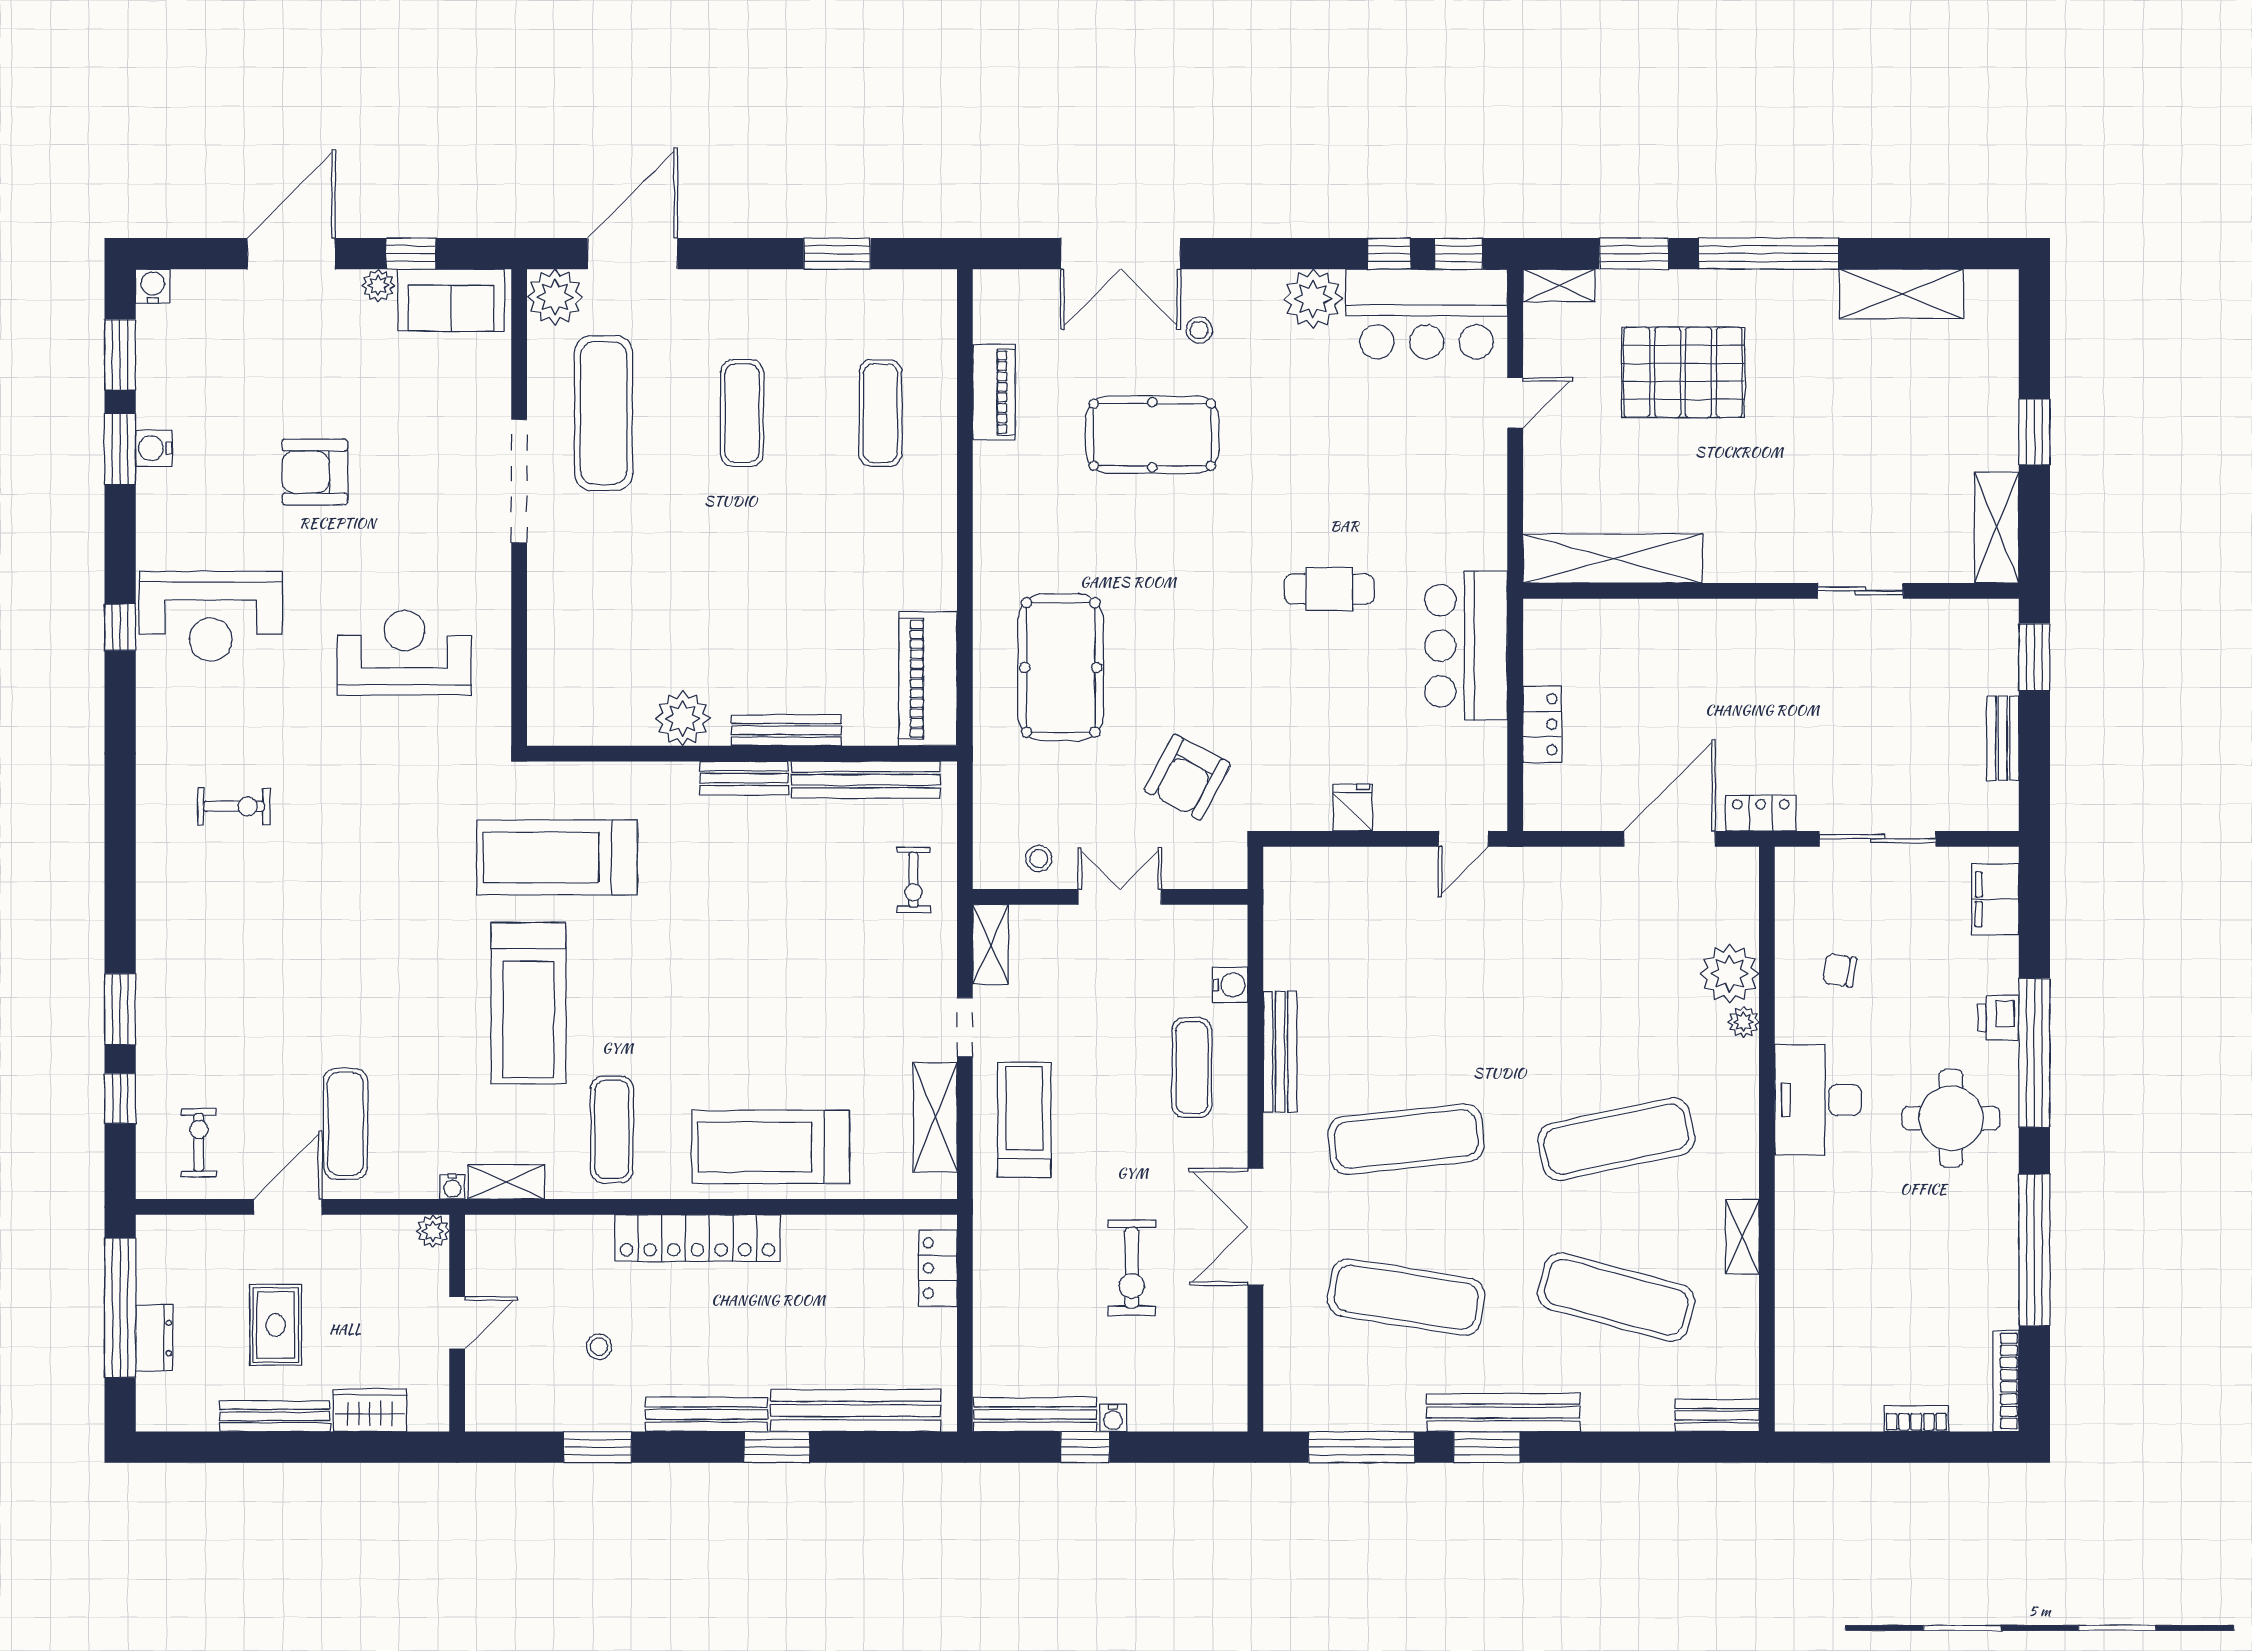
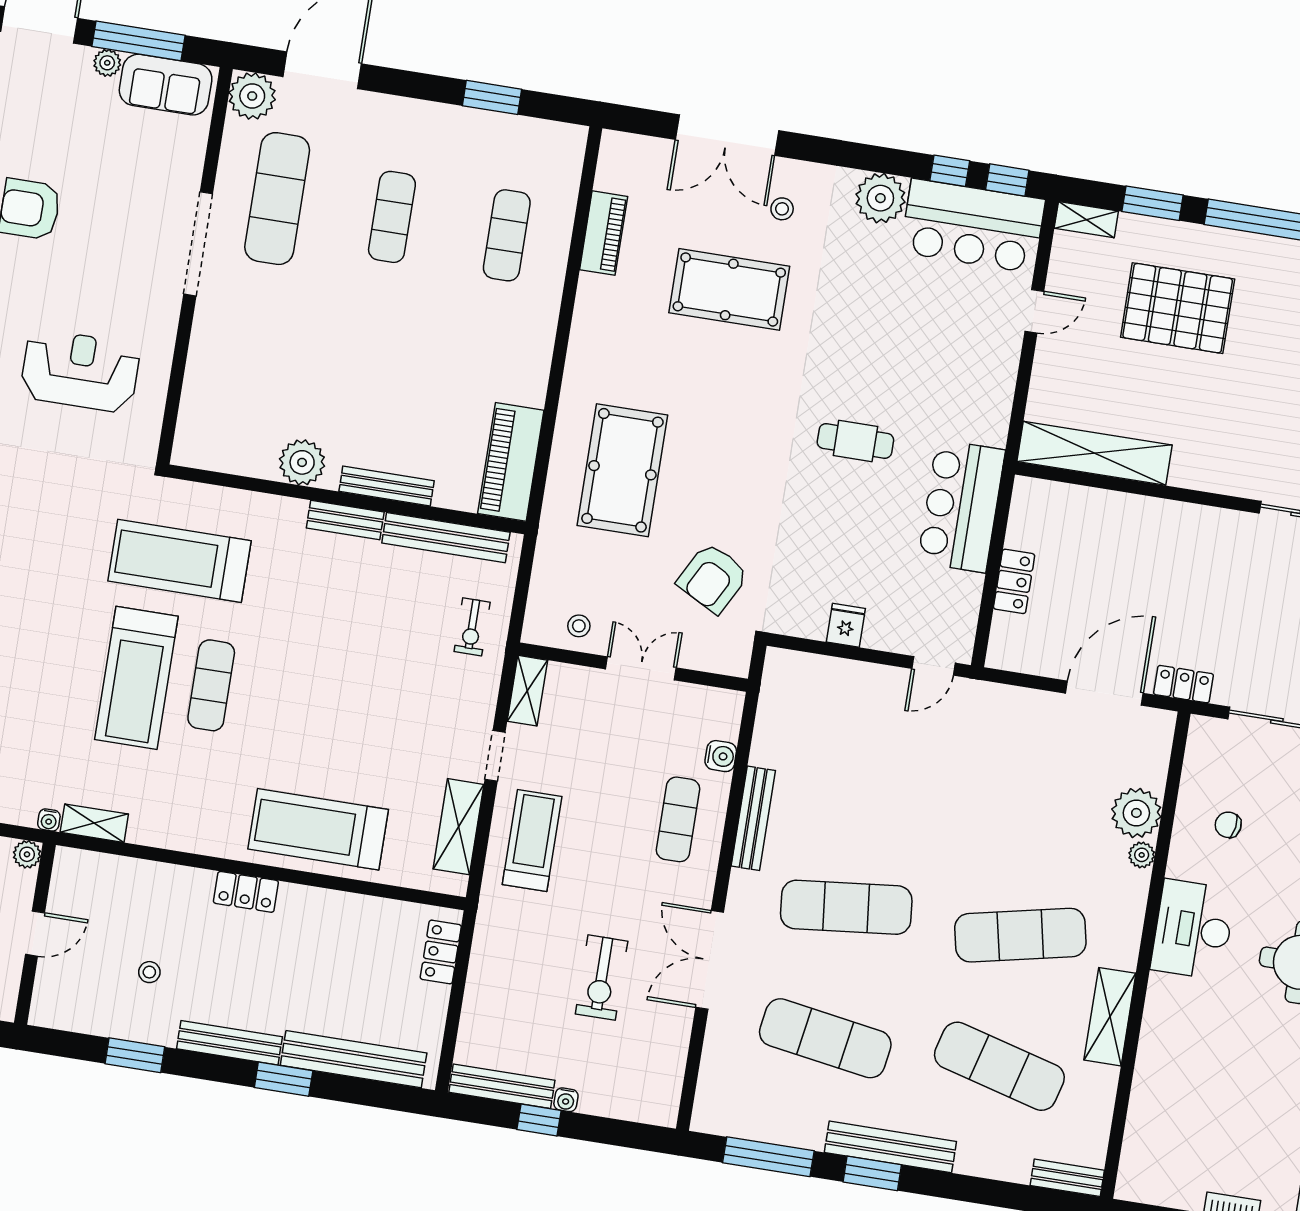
window: (411, 254) -> (139, 41), width x2.17
exercise mat: (612, 1129) -> (211, 685), moved
shelving: (1742, 1237) -> (1110, 1017), width x1.50, depth x1.33
locker: (697, 1238) -> (246, 892), width x0.46, depth x0.83

